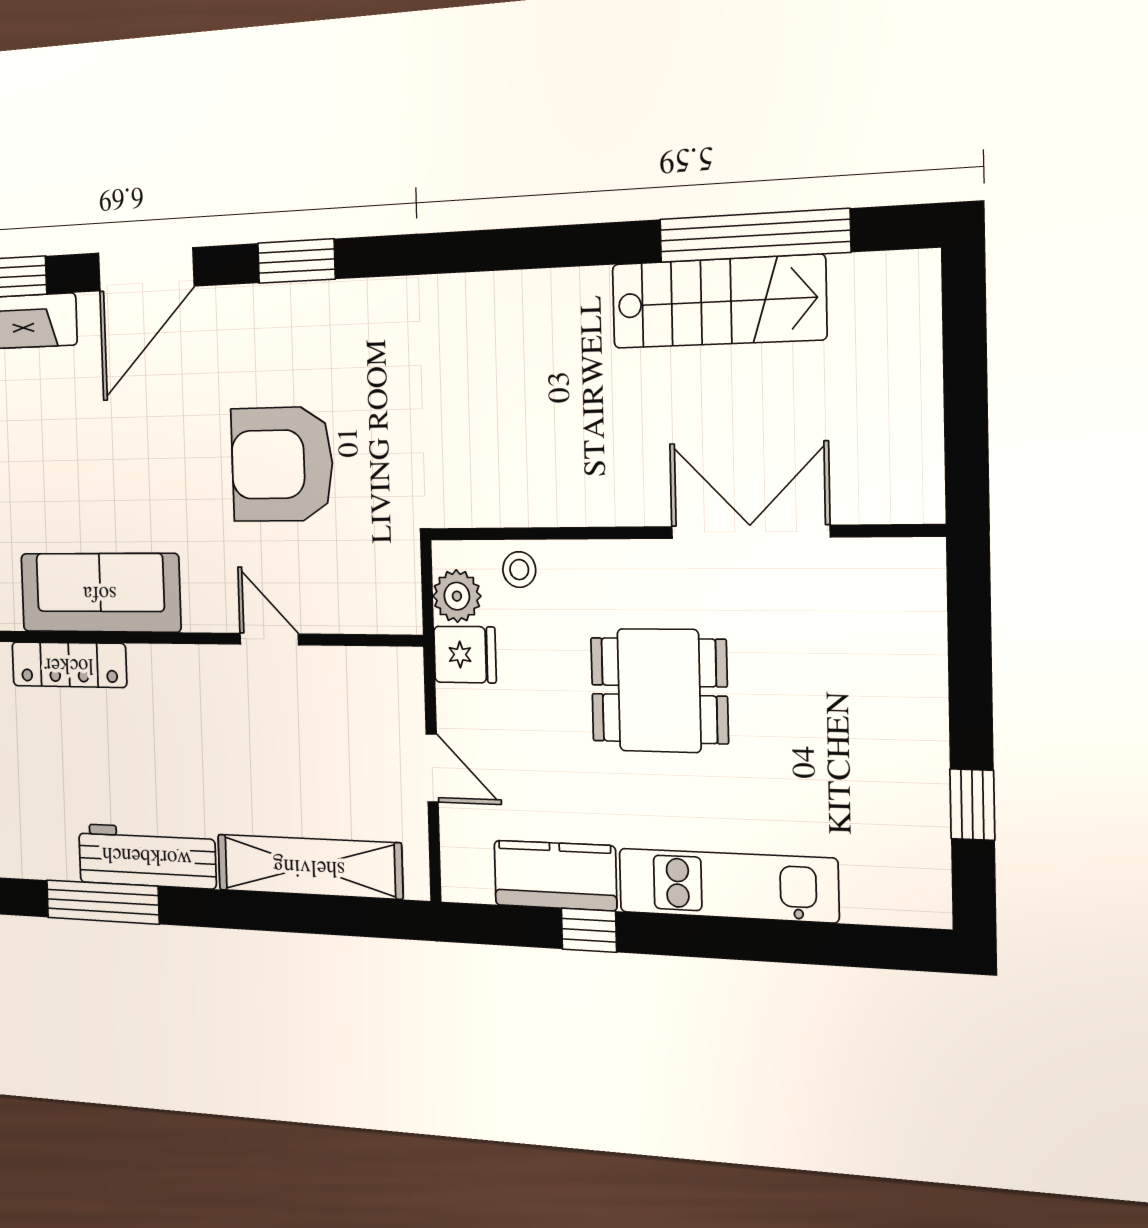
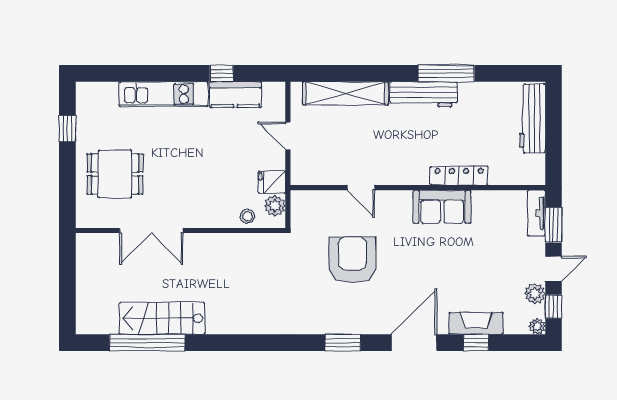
armchair: (282, 464) -> (352, 260), turned -90
sofa: (100, 593) -> (442, 207), width x0.73
dining table: (659, 690) -> (115, 174), moved

